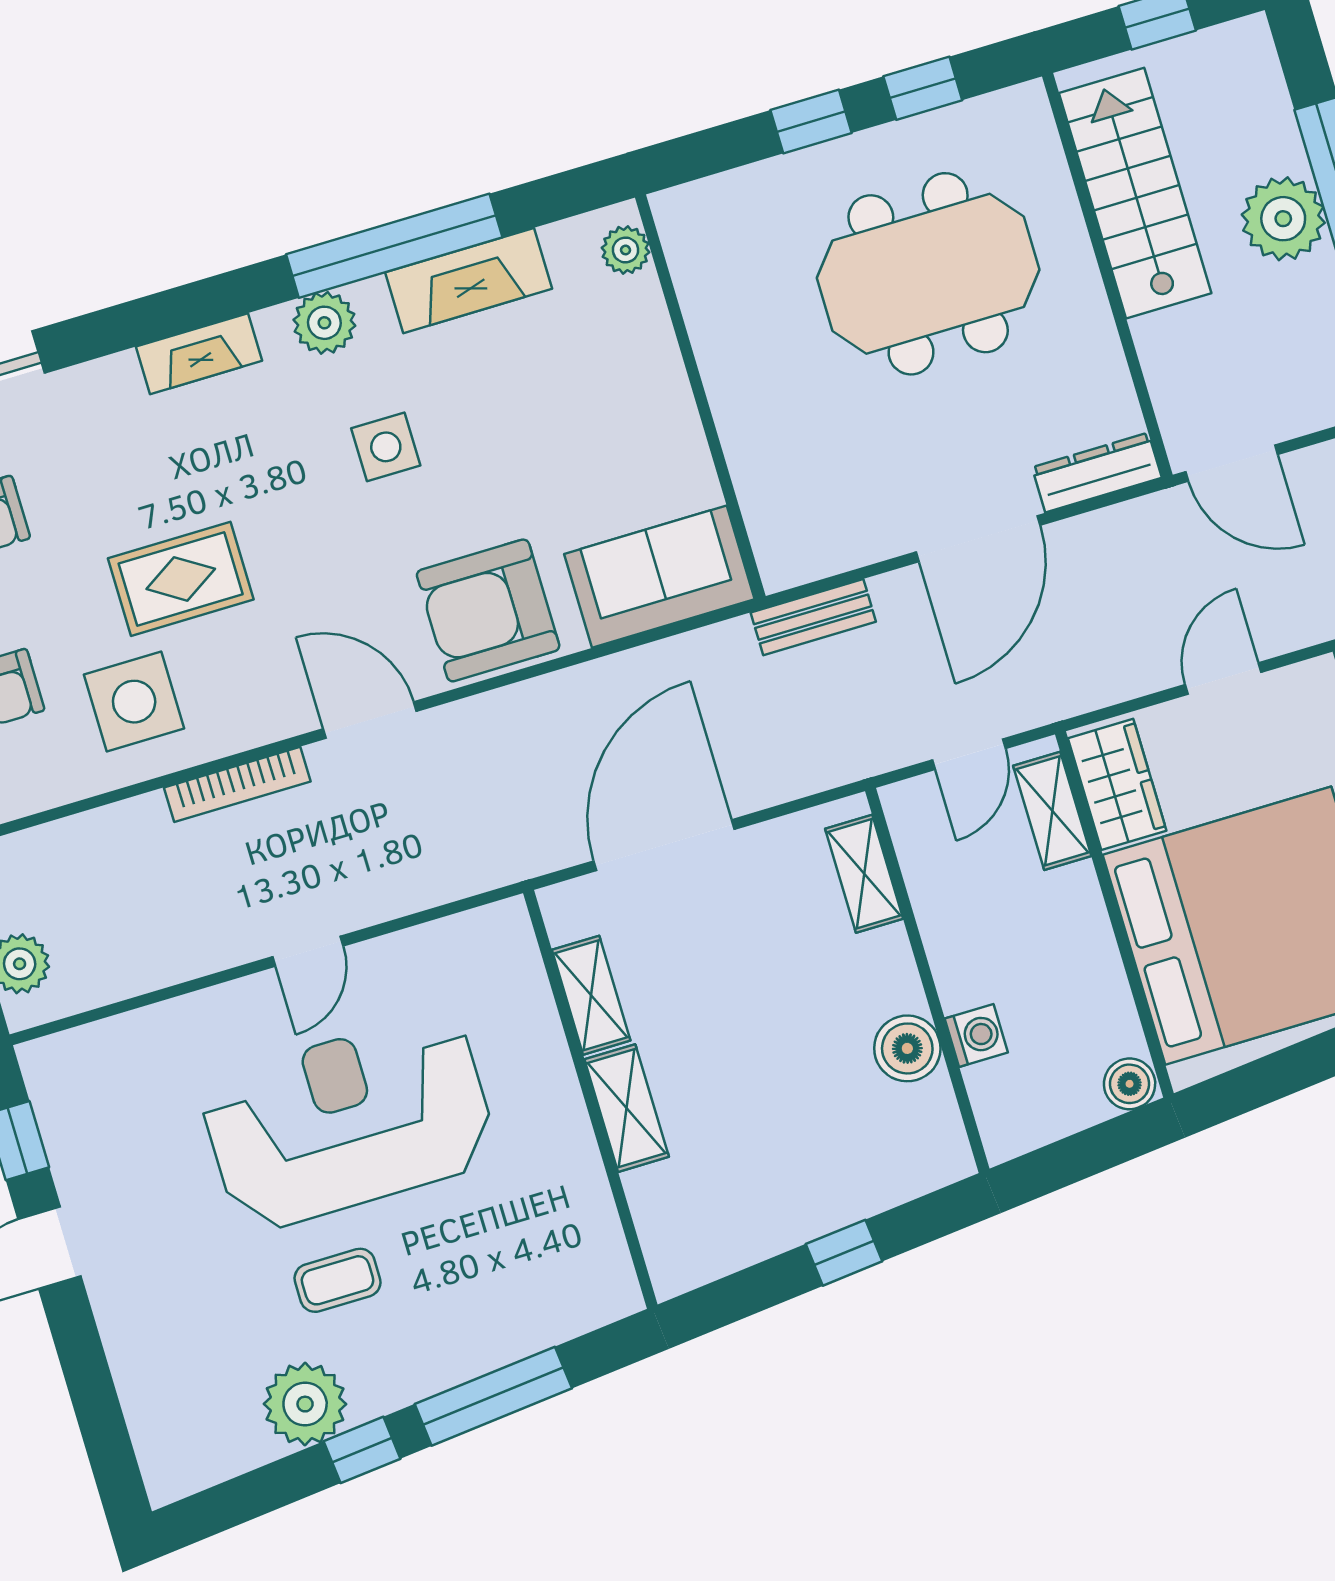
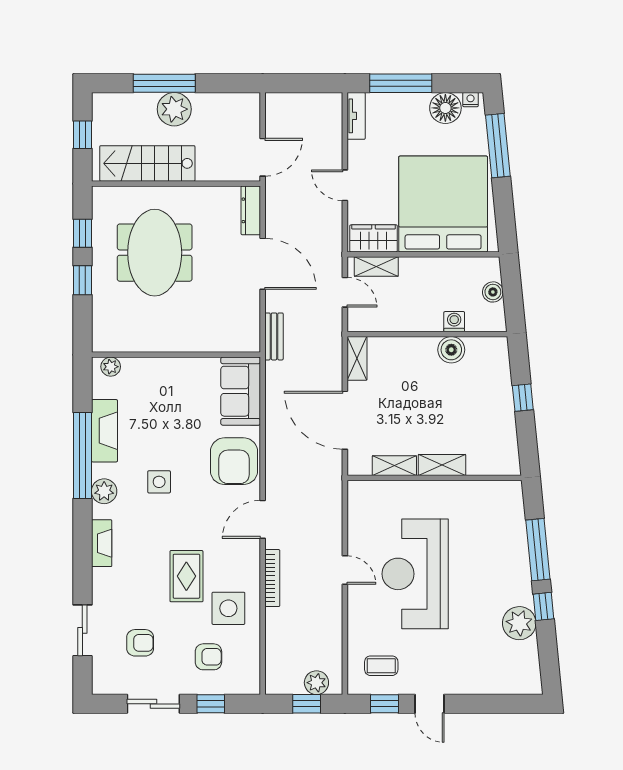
shelving: (864, 874) -> (357, 358), moved, turned 90
boiler: (1130, 1084) -> (493, 292), moved
coffee table: (338, 1280) -> (381, 666), moved, turned 90

